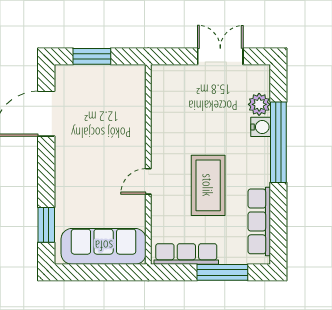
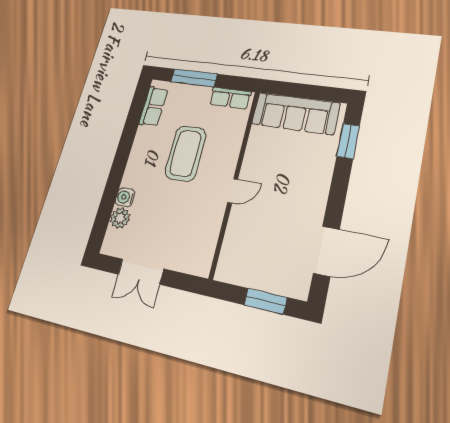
window: (278, 142) -> (114, 181), removed
door: (148, 181) -> (233, 191), moved
row of seats: (259, 221) -> (154, 106), width x0.68
row of seats: (186, 254) -> (230, 98), width x0.68

